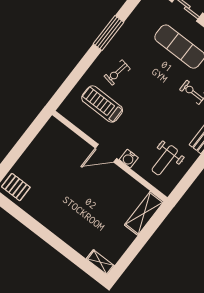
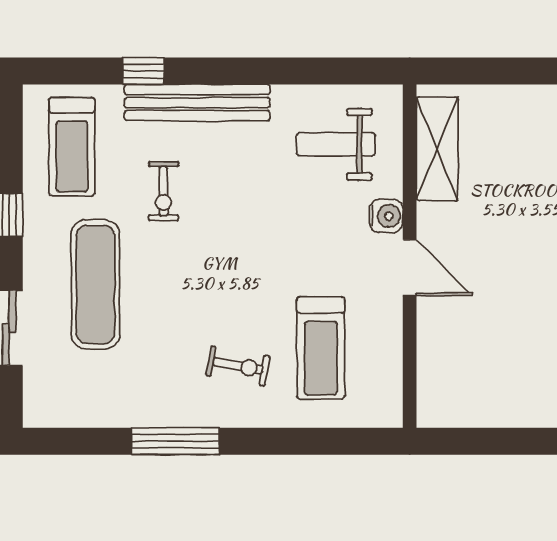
weight bench: (165, 160) -> (336, 144), turned 180
shelving: (144, 213) -> (437, 149), moved, turned 90

